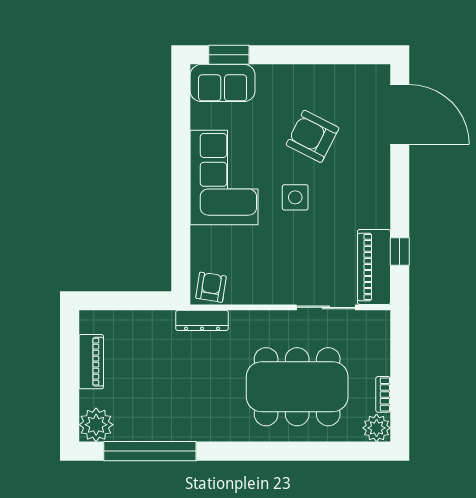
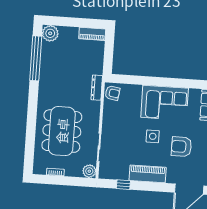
armchair: (313, 136) -> (181, 147), turned -117
piano: (374, 267) -> (148, 174), moved
piano: (91, 362) -> (92, 34), moved
plant: (377, 428) -> (89, 171), moved

